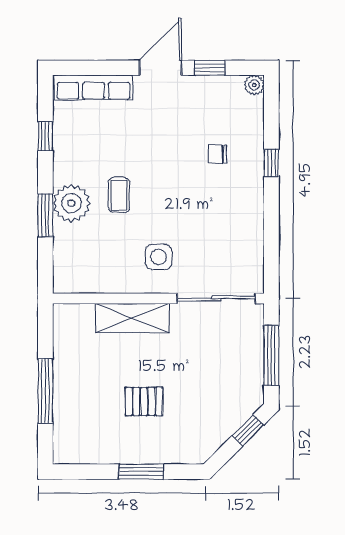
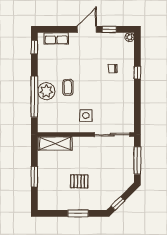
row of seats: (94, 88) -> (56, 38), width x0.68
window: (45, 136) -> (34, 47), moved
window: (45, 215) -> (34, 97), width x2.11
shelving: (133, 318) -> (55, 143), moved
window: (45, 391) -> (34, 177), width x0.69
window: (248, 430) -> (118, 203), moved

